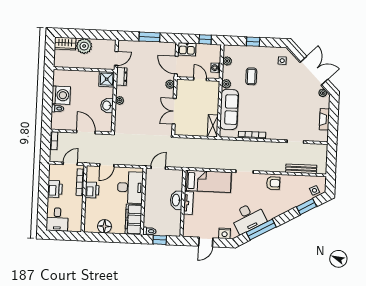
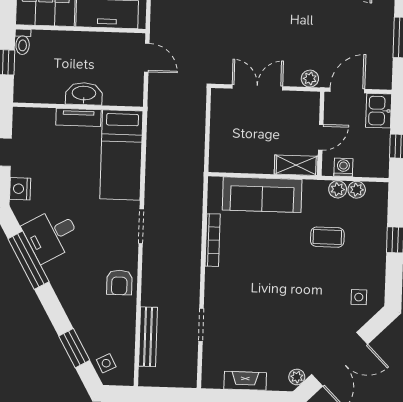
plant: (226, 84) -> (338, 189), moved
shelving: (213, 126) -> (296, 165), moved
desk: (248, 218) -> (51, 235), width x0.73

